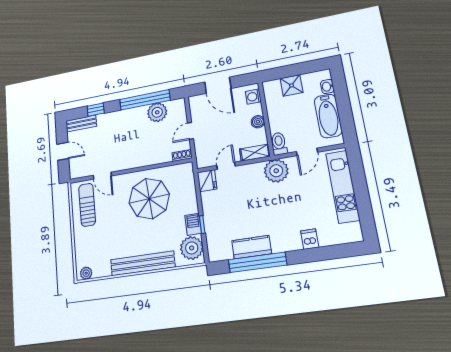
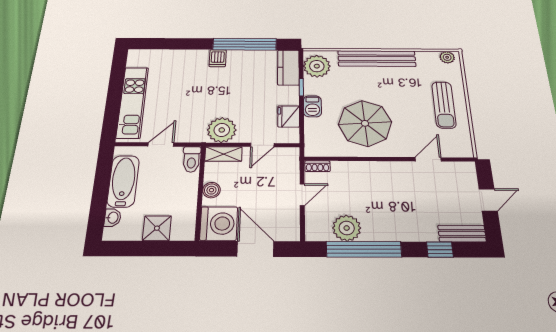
washing machine: (253, 97) -> (219, 224), width x1.89, depth x1.89
door: (63, 151) -> (488, 200), swing flipped
plant: (276, 171) -> (222, 130), moved
door: (102, 176) -> (428, 159), hinge flipped
fridge: (207, 181) -> (289, 116), moved
sun lounger: (87, 205) -> (444, 105), moved
barbecue: (193, 224) -> (312, 106), moved
dishwasher: (310, 239) -> (218, 58), moved
kitchen counter: (252, 247) -> (288, 67), moved, turned 90

